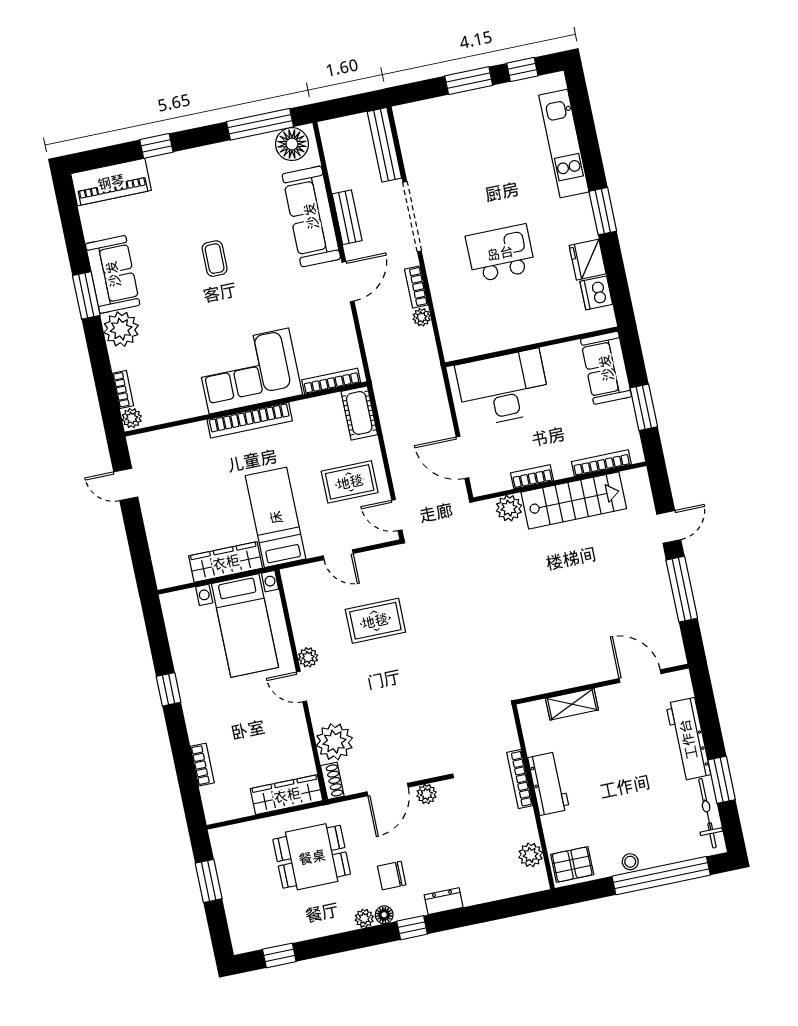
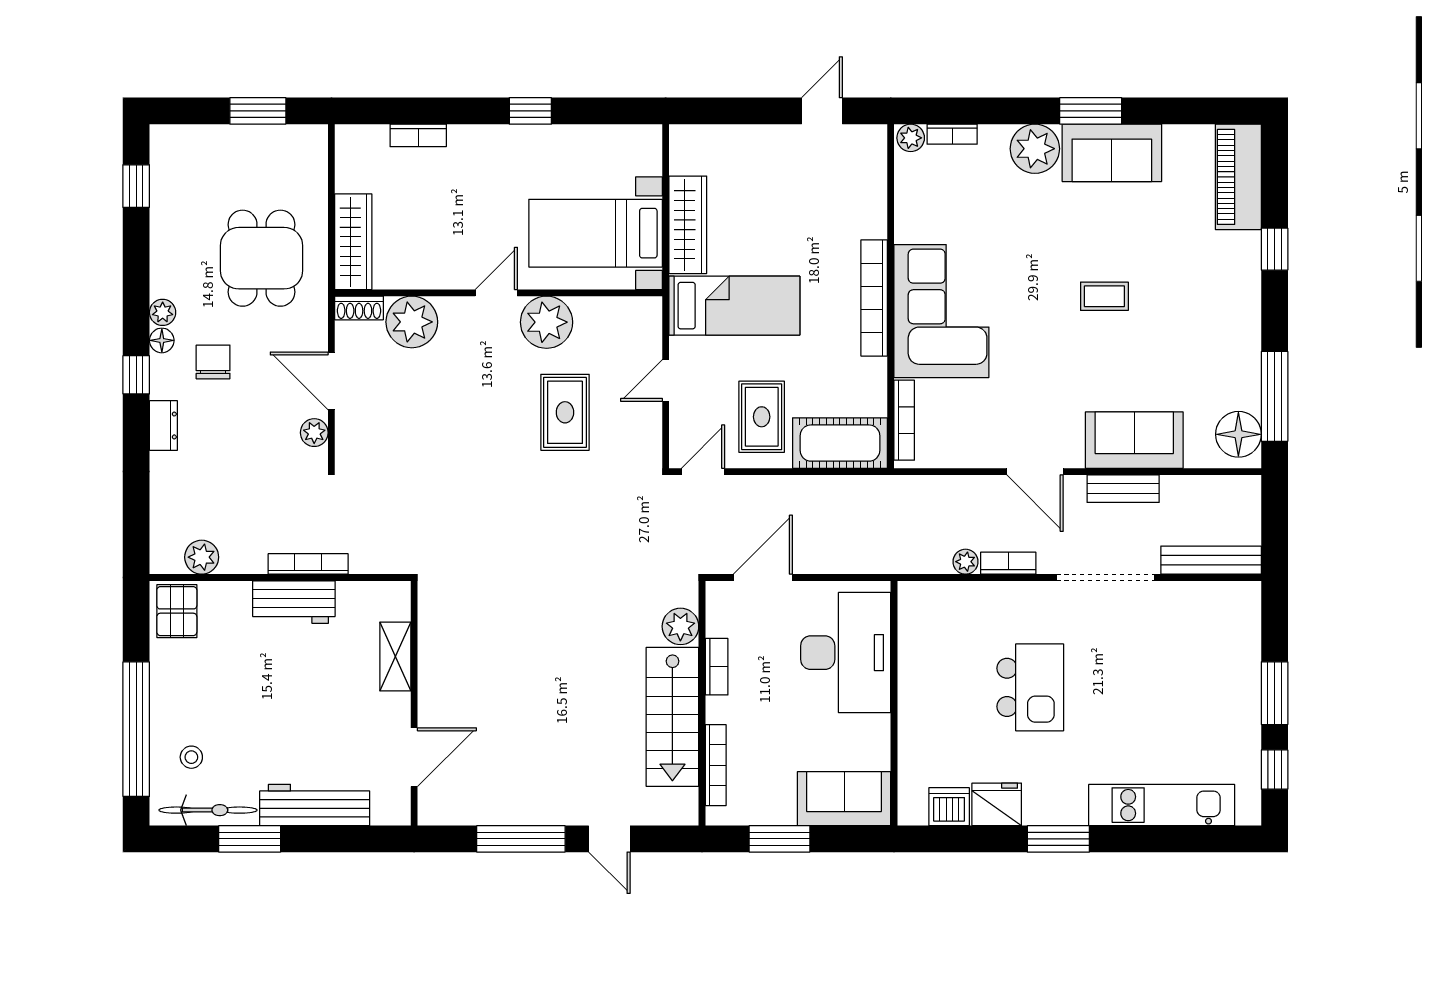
sofa: (311, 216) -> (1134, 440), width x0.73
cot: (359, 413) -> (840, 443), width x1.37, depth x1.34
plant: (308, 657) -> (547, 322), width x1.88, depth x1.88
stool: (630, 862) -> (191, 757), moved

